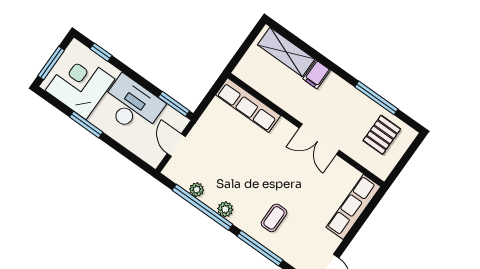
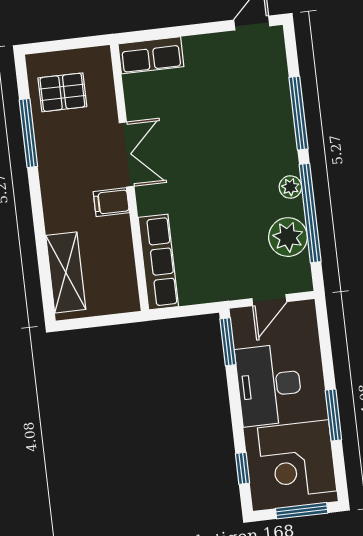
filing cabinet: (317, 74) -> (111, 202), moved, turned 180
plant: (197, 190) -> (288, 237), width x1.87, depth x1.87
row of seats: (353, 207) -> (151, 55), width x0.68
coffee table: (274, 218) -> (253, 127), removed

